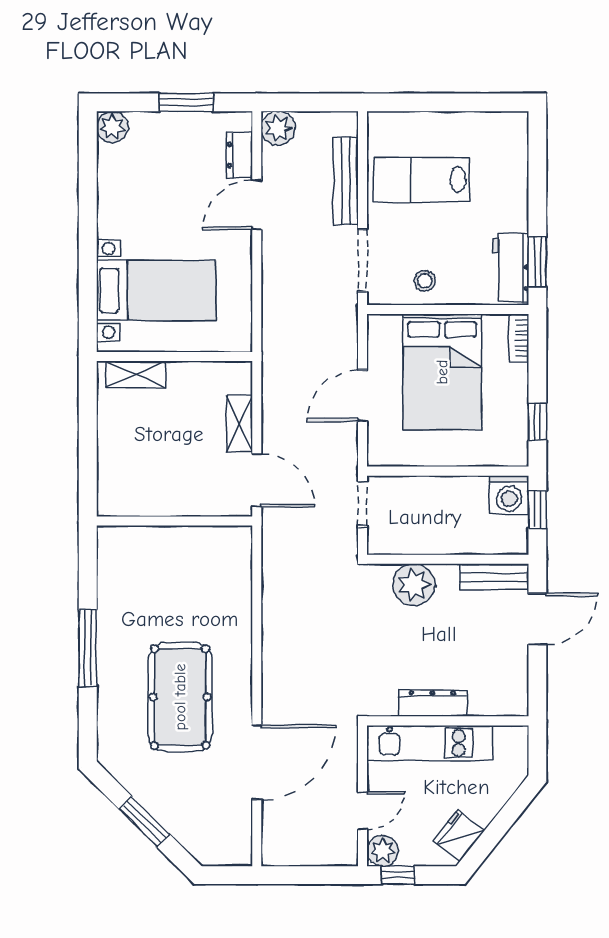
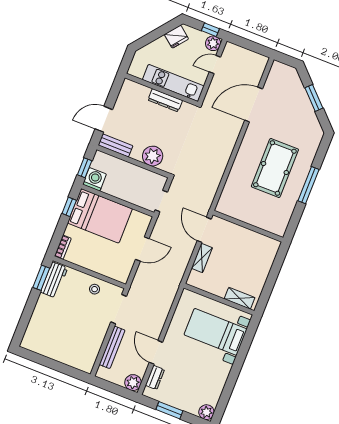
lab bench: (422, 180) -> (78, 335), removed
door: (257, 205) -> (156, 352), swing flipped
bed: (442, 372) -> (100, 216), moved, turned 90
pool table: (180, 697) -> (275, 168), moved

